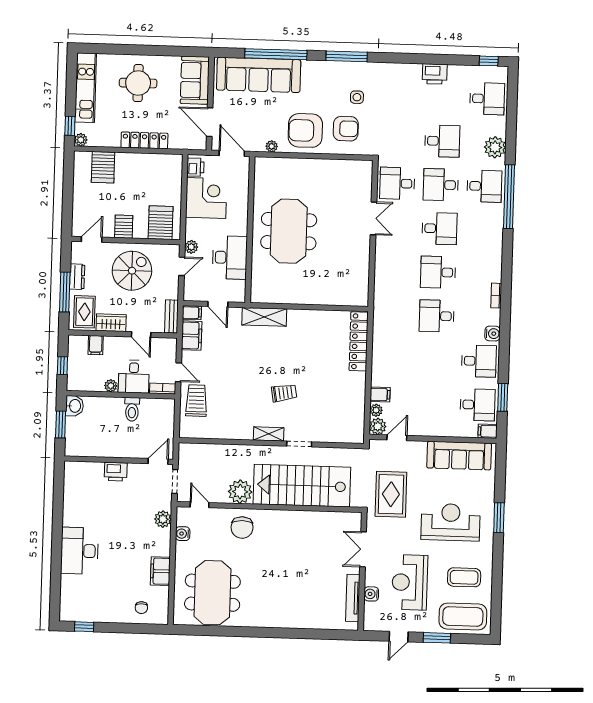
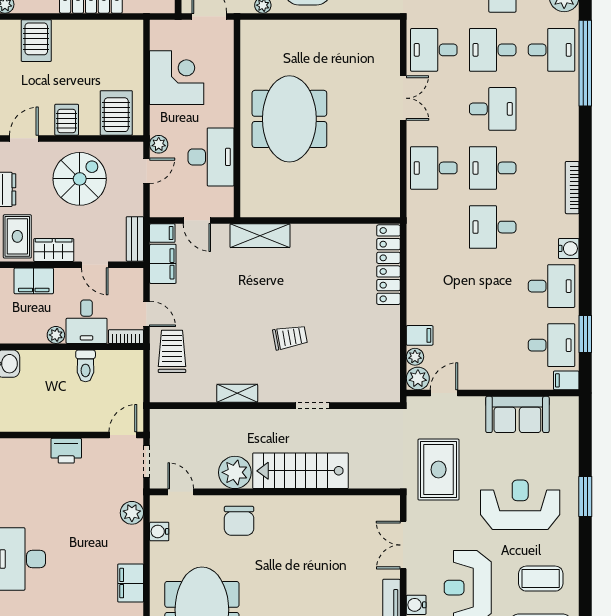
printer: (195, 167) -> (161, 37), removed
desk: (395, 271) -> (434, 168), added
bookcase: (496, 296) -> (572, 188), width x1.56
filing cabinet: (96, 345) -> (34, 281), width x2.00
shelving: (269, 434) -> (237, 393), moved
sofa: (459, 456) -> (517, 414), width x0.73
stairs: (302, 486) -> (301, 471), width x0.73, depth x0.66

